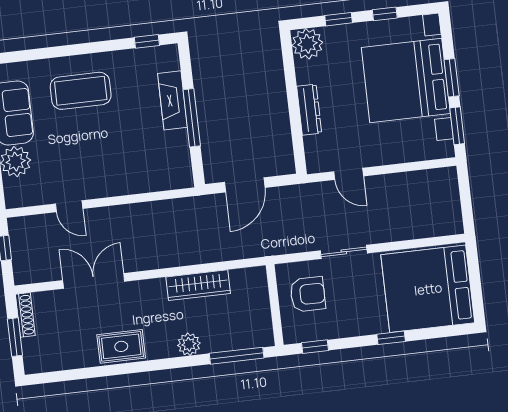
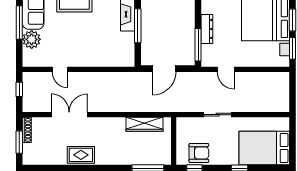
window: (297, 138) -> (198, 45), added
wardrobe: (198, 285) -> (144, 124), moved
bed: (428, 289) -> (264, 148), width x0.73
armchair: (308, 294) -> (199, 153), moved
plant: (189, 344) -> (121, 158), removed

